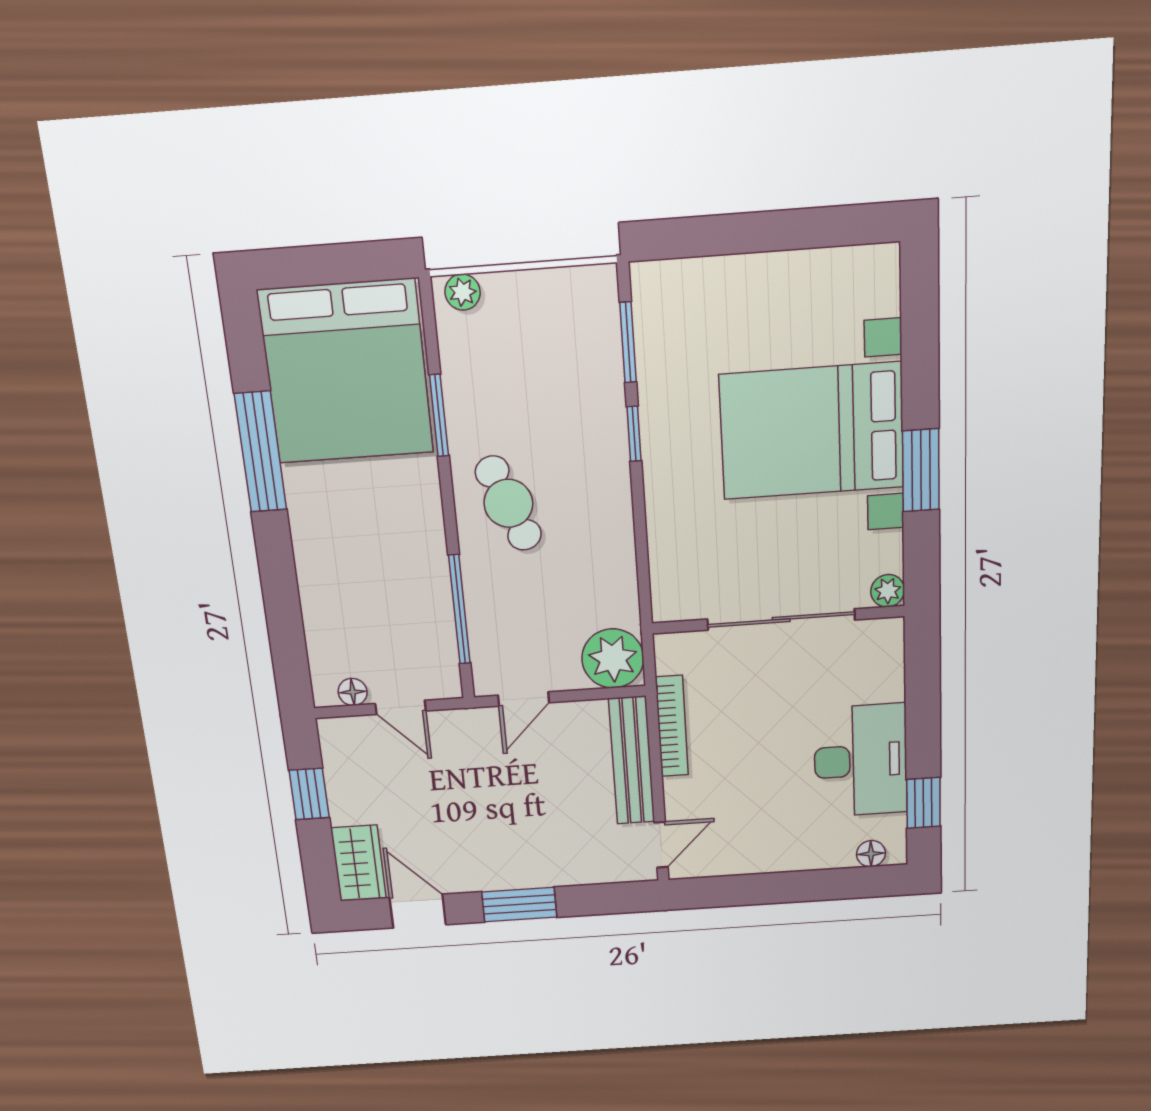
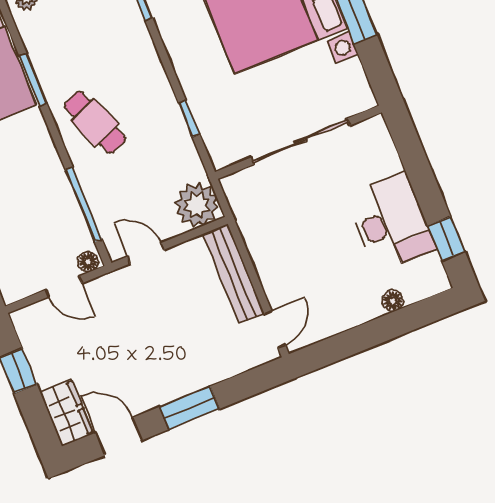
window: (634, 434) -> (189, 119), moved
plant: (888, 591) -> (364, 99), removed
floor lamp: (353, 692) -> (88, 262), moved
door: (524, 699) -> (146, 253), swing flipped
bookcase: (672, 726) -> (253, 240), removed
floor lamp: (871, 854) -> (393, 301), moved

